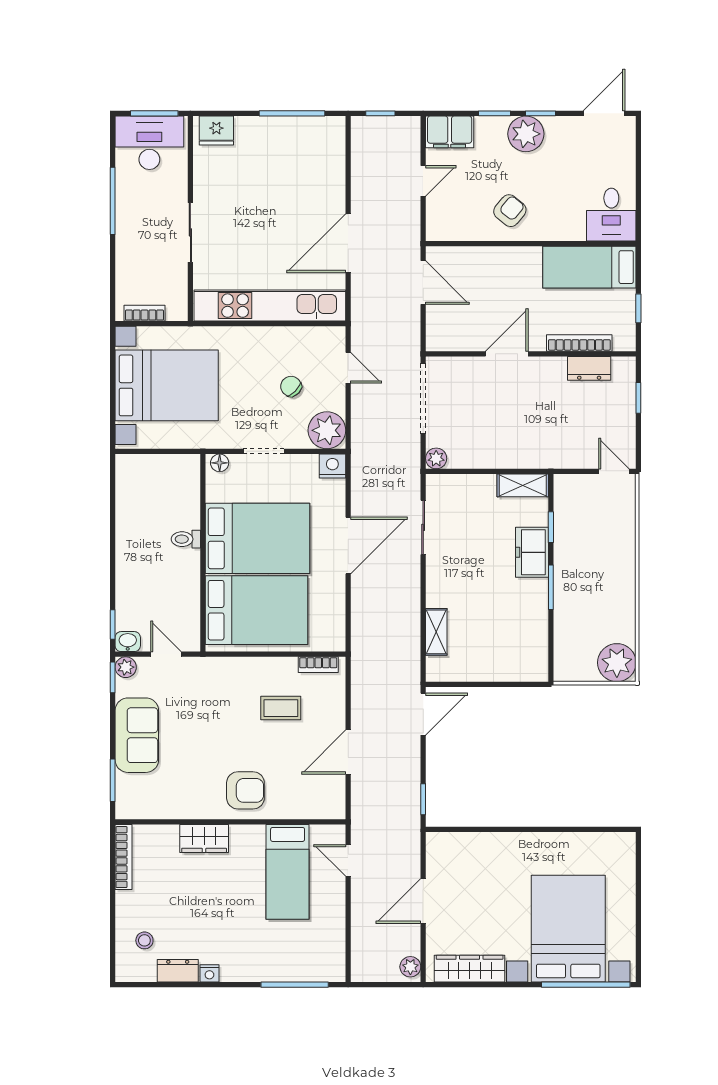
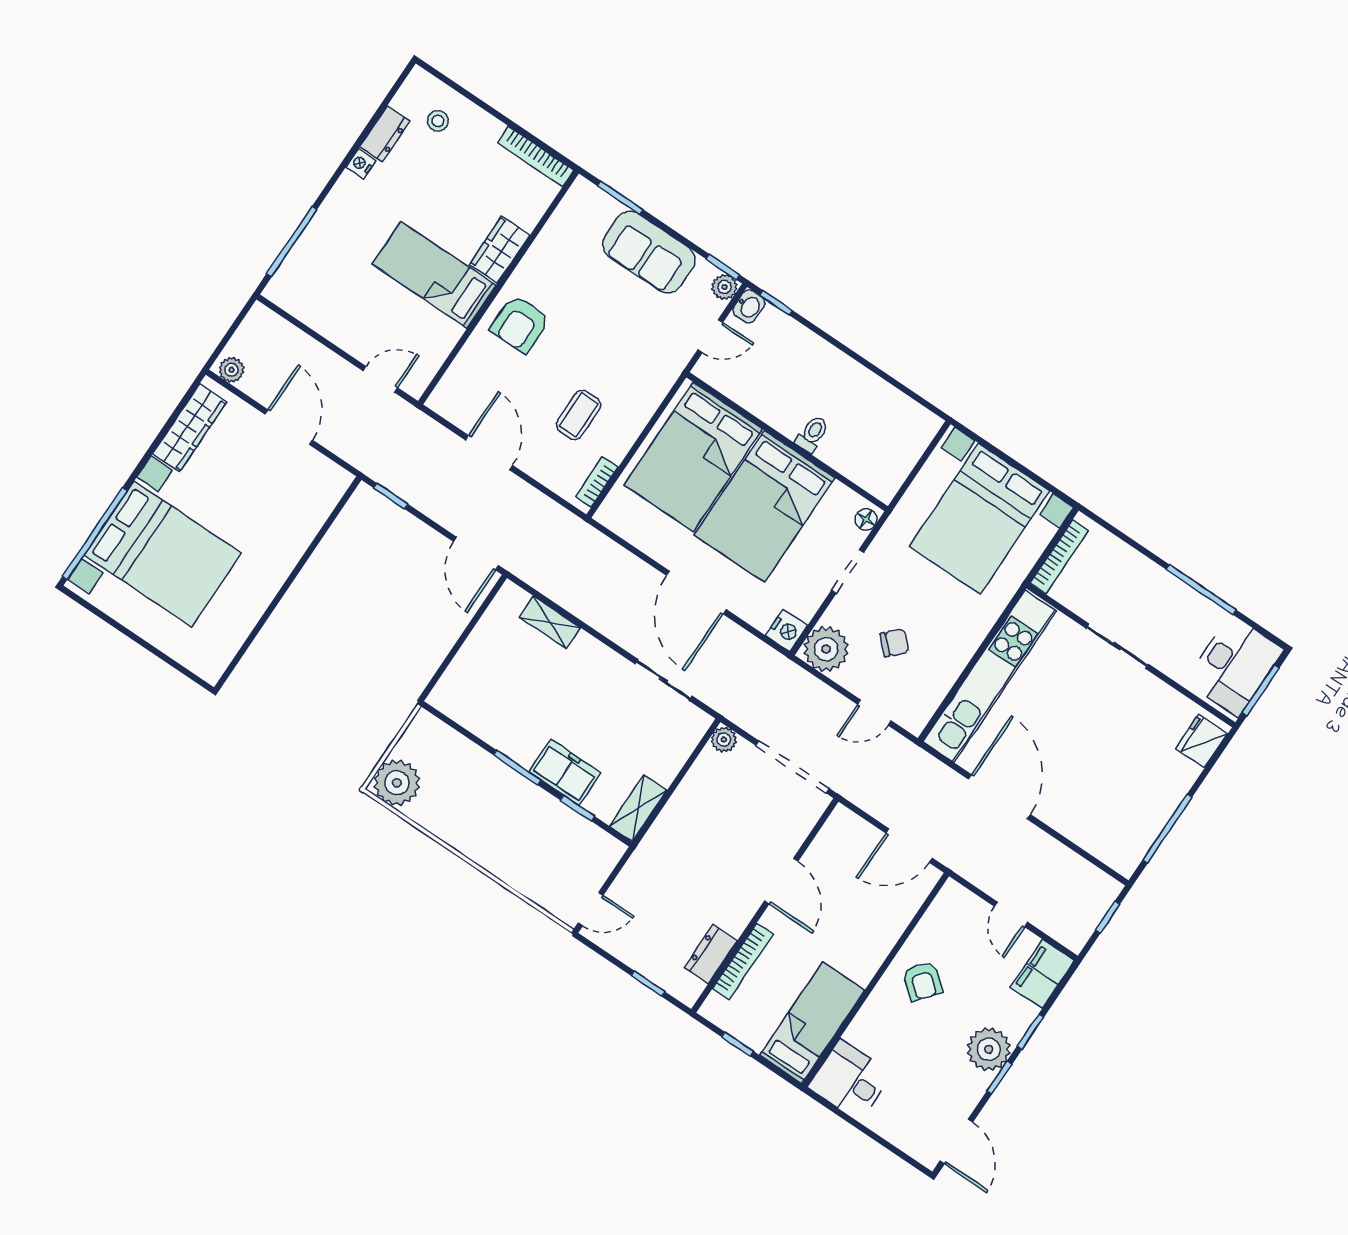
bookcase: (144, 313) -> (1059, 557), width x1.56
bed: (288, 872) -> (434, 275), moved

